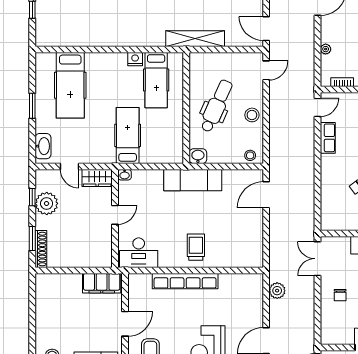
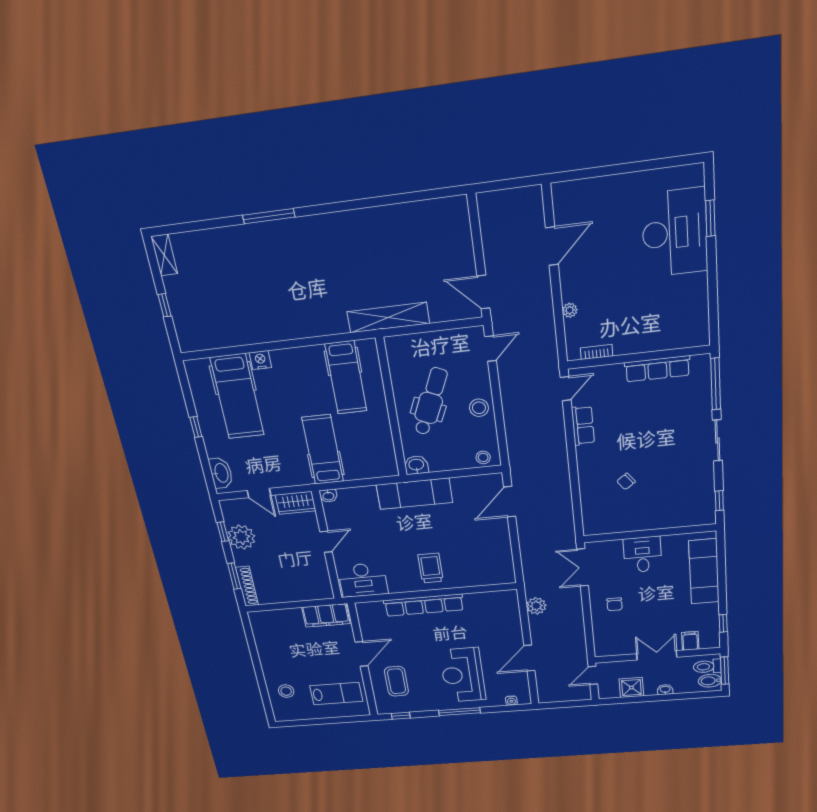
nightstand: (135, 59) -> (260, 360), moved
window: (32, 106) -> (196, 427), width x0.67

